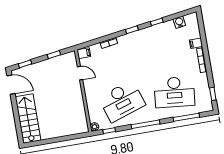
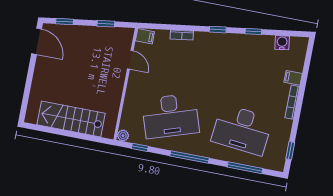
stairs: (28, 118) -> (71, 119), moved, turned -90

